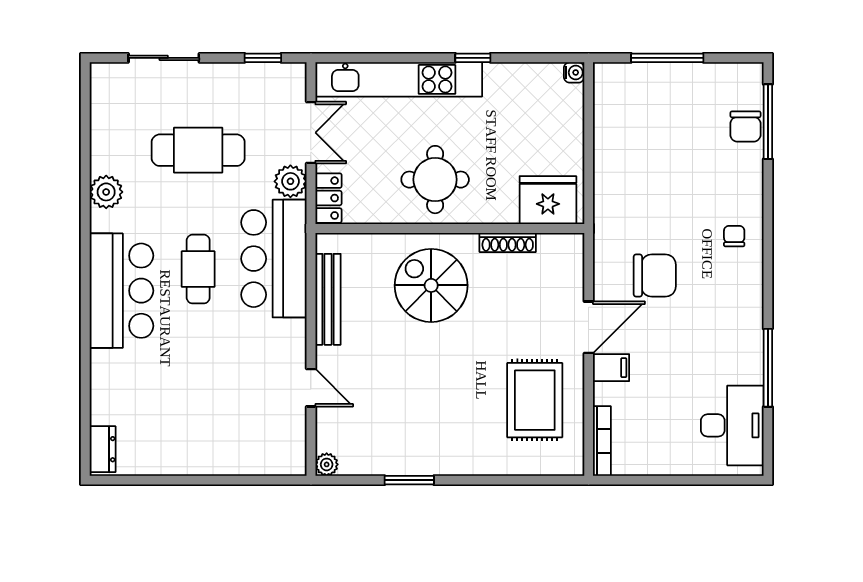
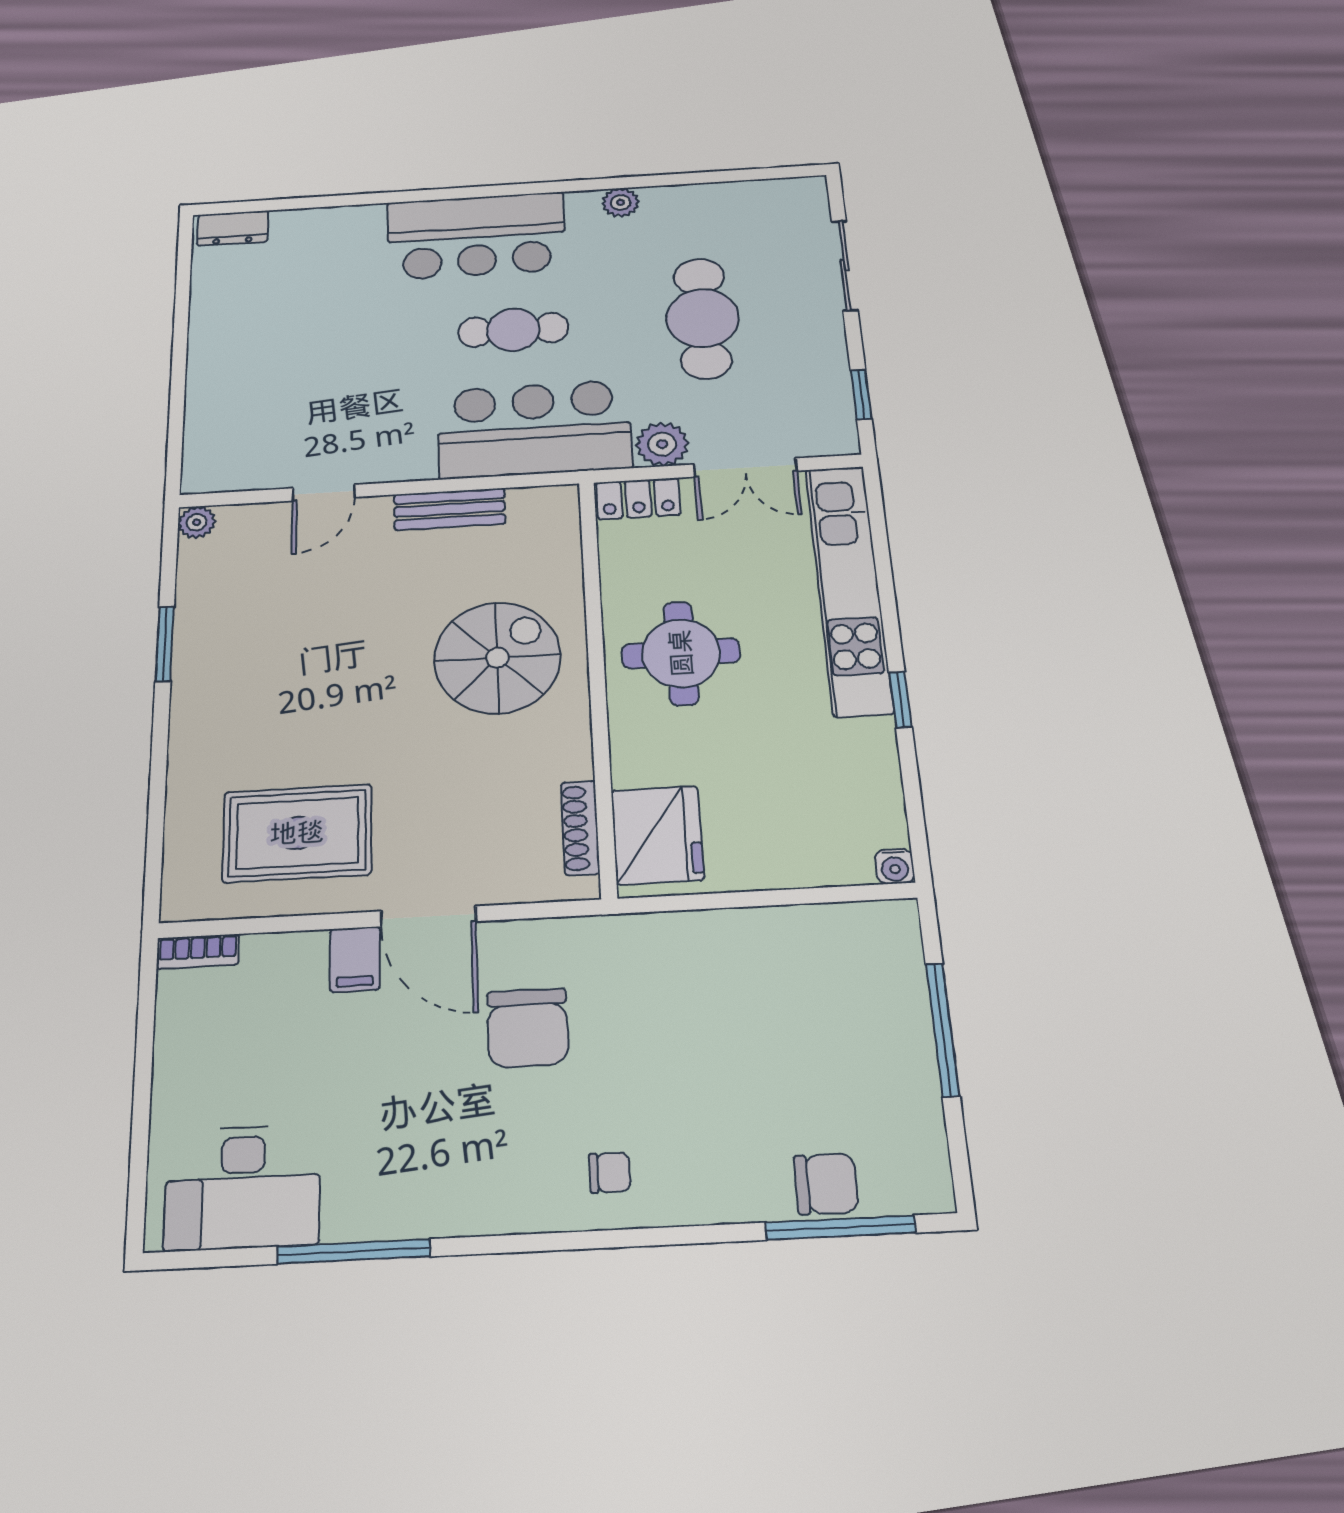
chair: (745, 127) -> (826, 1184), turned 180
plant: (106, 192) -> (621, 202), width x0.73, depth x0.73
shoe rack: (508, 242) -> (580, 828), moved
bench: (328, 299) -> (450, 509), width x0.73
bookcase: (602, 441) -> (198, 951), width x0.64

